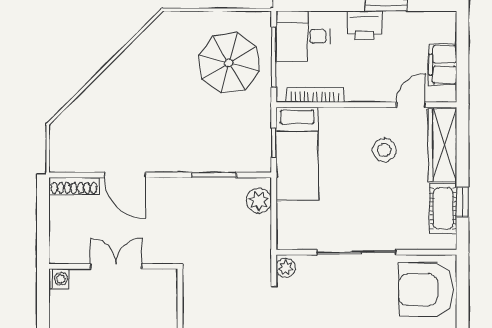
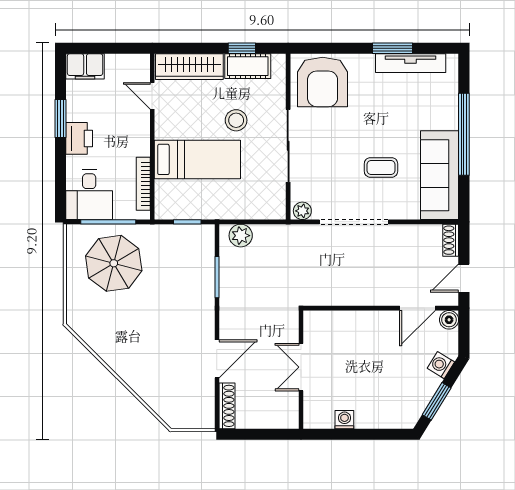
filing cabinet: (443, 65) -> (85, 66), moved
stool: (384, 150) -> (236, 120), moved
bed: (297, 154) -> (197, 159), moved
washing machine: (59, 279) -> (344, 420), moved

